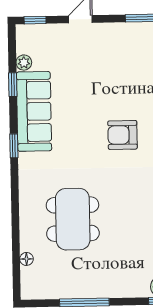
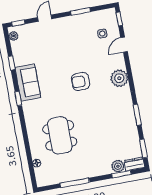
plant: (24, 63) -> (14, 36), moved
sofa: (34, 111) -> (28, 83), width x0.73

